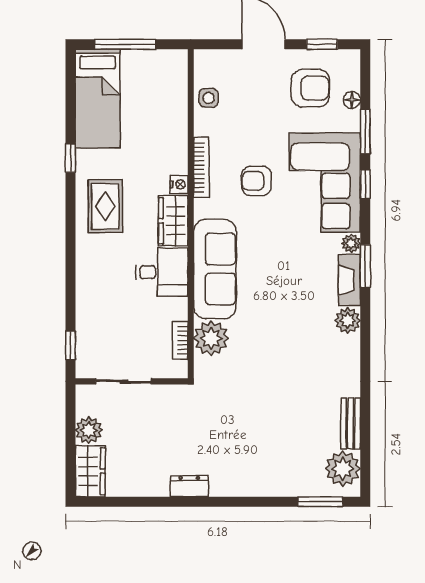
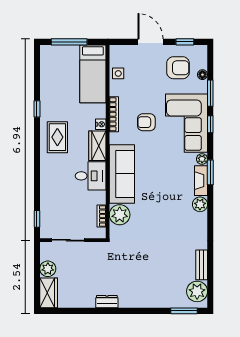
bed: (98, 99) -> (93, 74), moved

